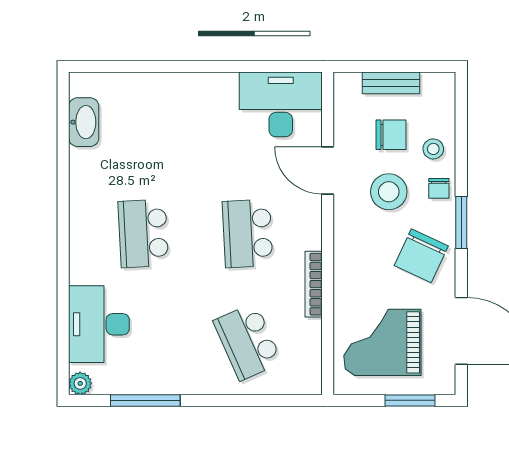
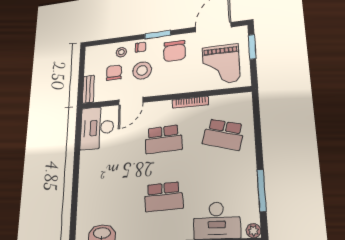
bench: (391, 83) -> (88, 89), moved
chair: (421, 256) -> (174, 51), turned 65
school desk: (248, 342) -> (223, 134), turned 39

